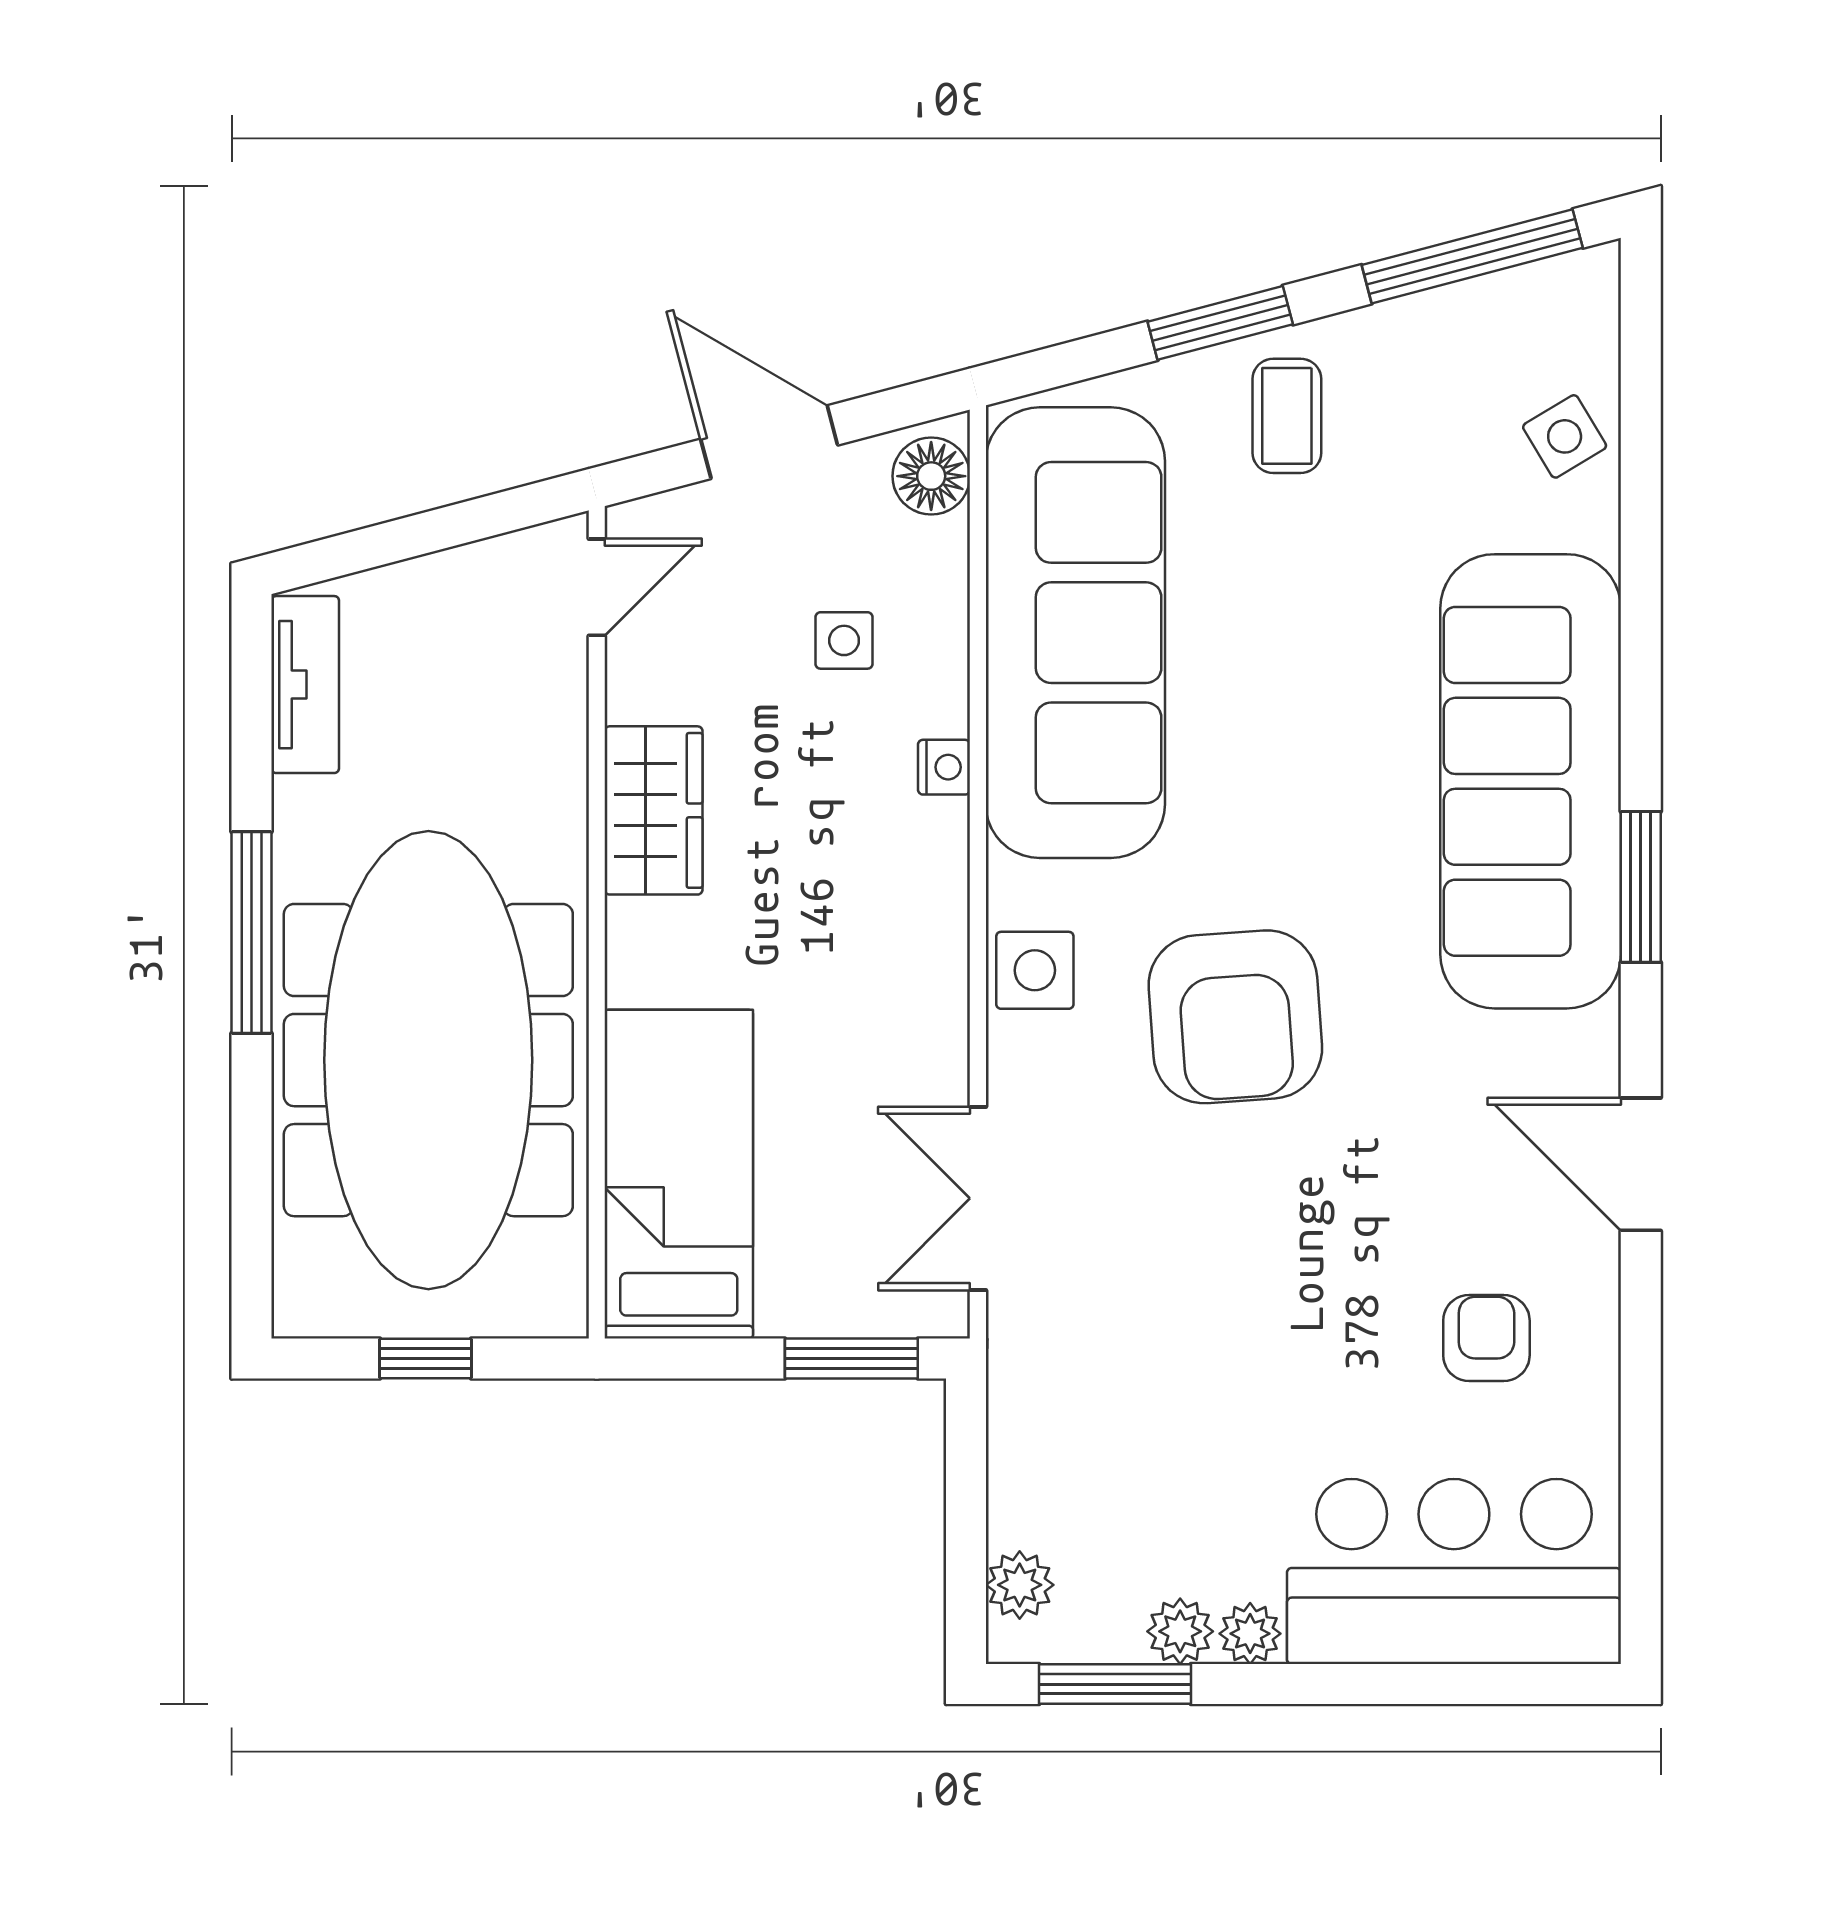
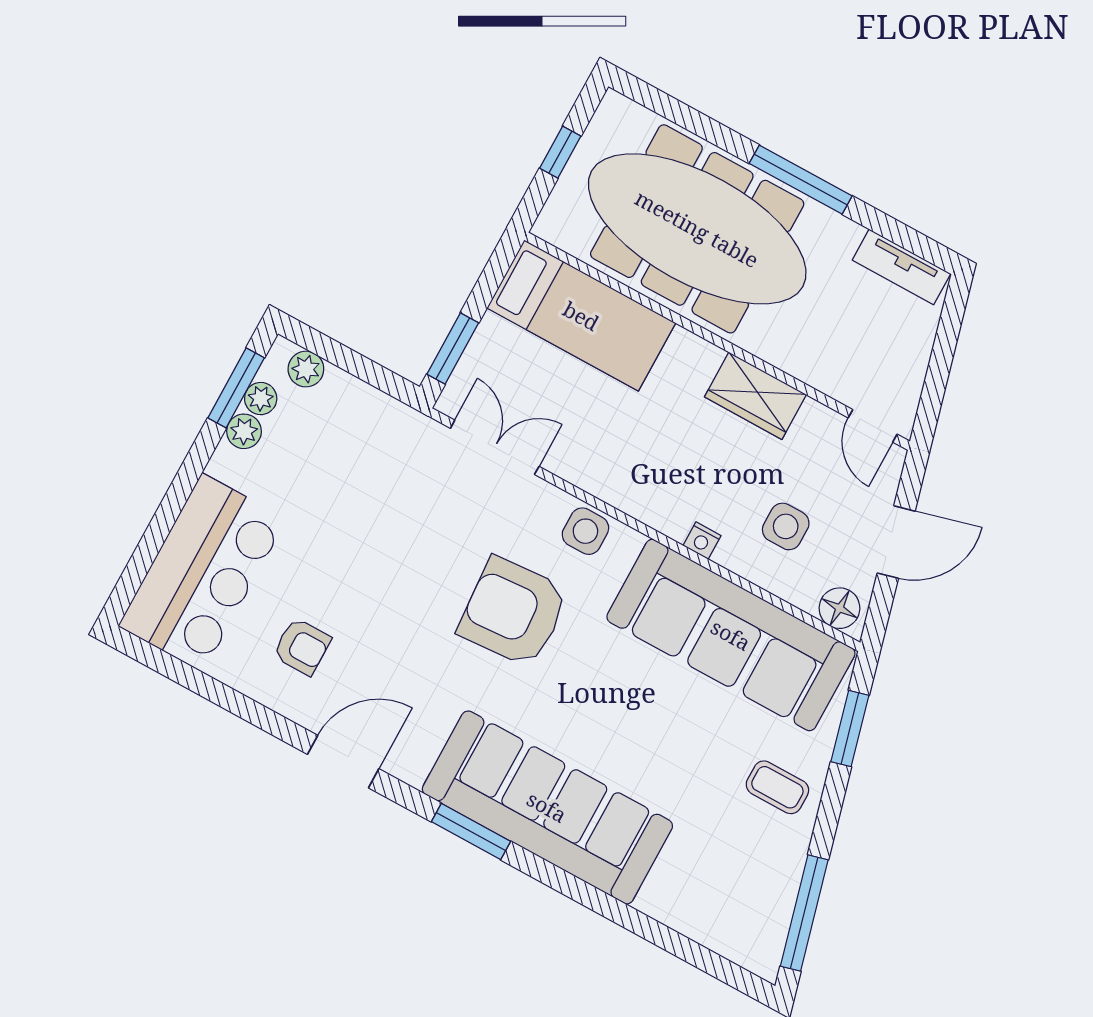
window: (1220, 323) -> (850, 728), moved
side table: (1565, 436) -> (698, 910), removed
side table: (844, 640) -> (786, 526), width x1.37, depth x1.37
plant: (1250, 1634) -> (261, 399), moved

